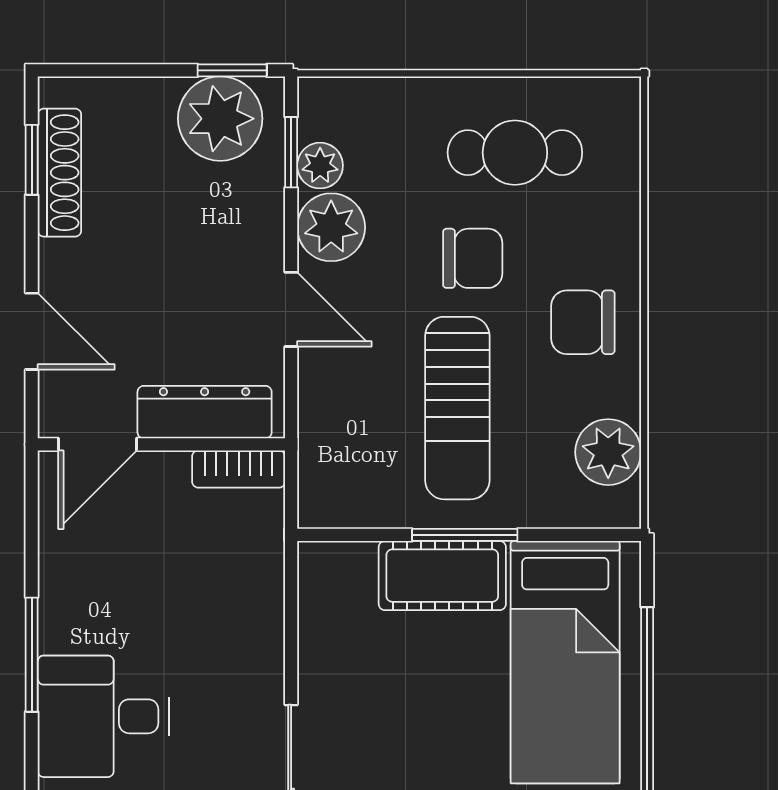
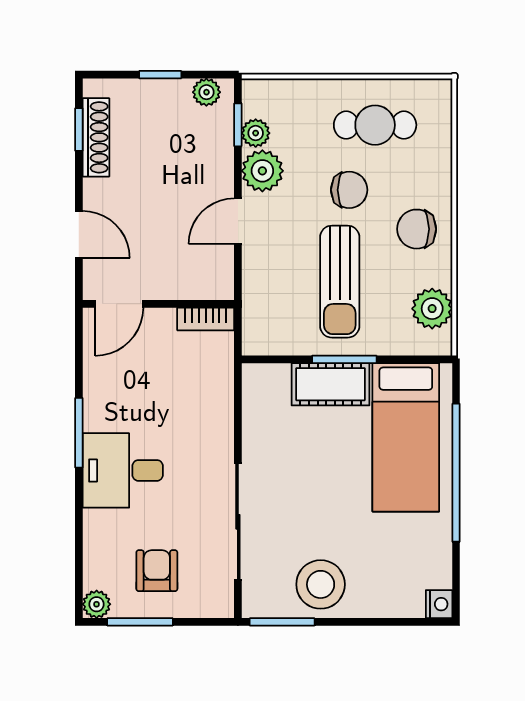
window: (232, 70) -> (160, 75), moved
plant: (220, 119) -> (206, 92), width x0.53, depth x0.53
door: (291, 309) -> (238, 221), swing flipped
dresser: (205, 412) -> (185, 284), removed

